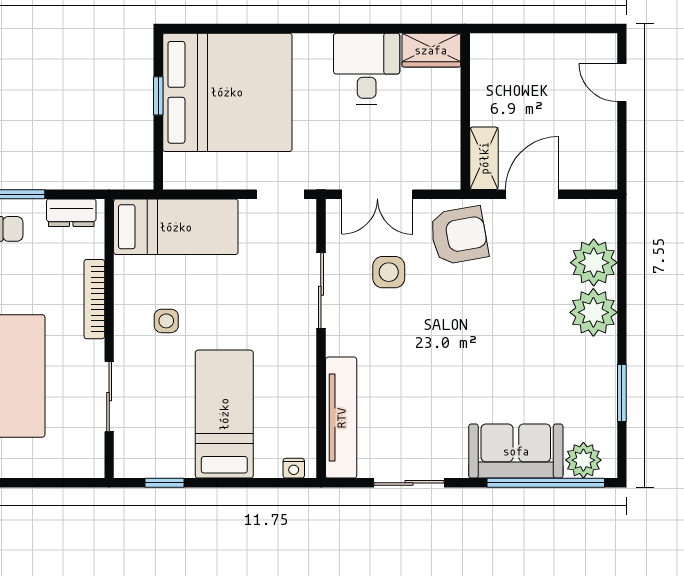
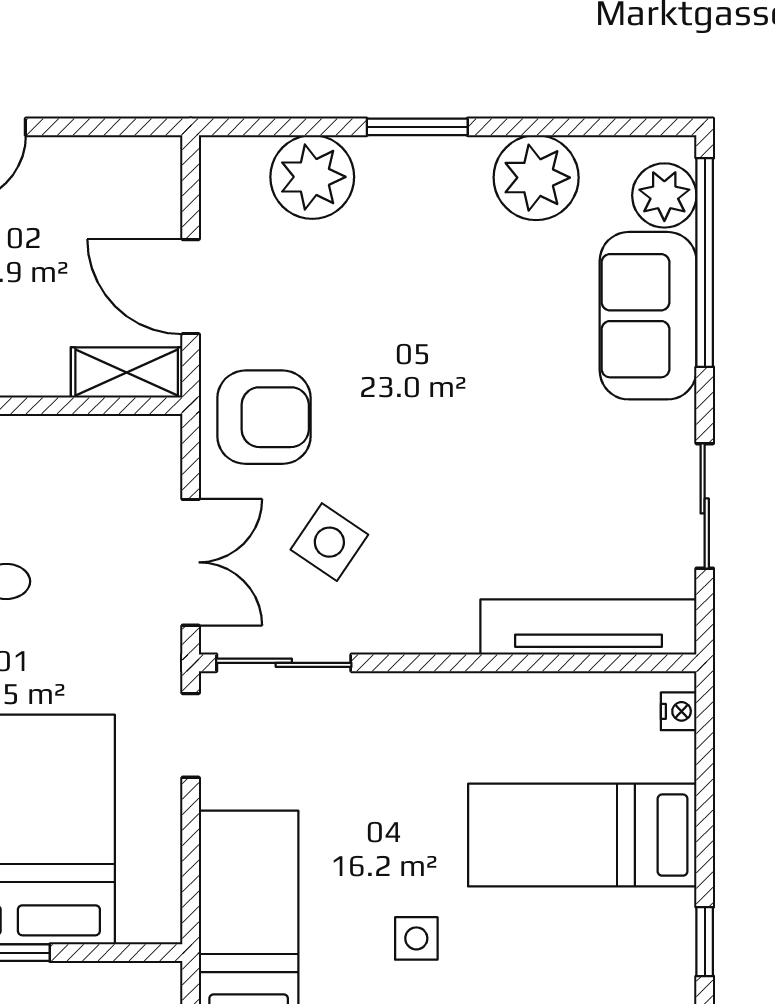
armchair: (459, 235) -> (264, 417), turned 100
side table: (389, 272) -> (329, 542), turned 34
sliding door: (321, 291) -> (284, 663), moved
plant: (593, 312) -> (536, 178), moved
window: (622, 393) -> (417, 127), moved

